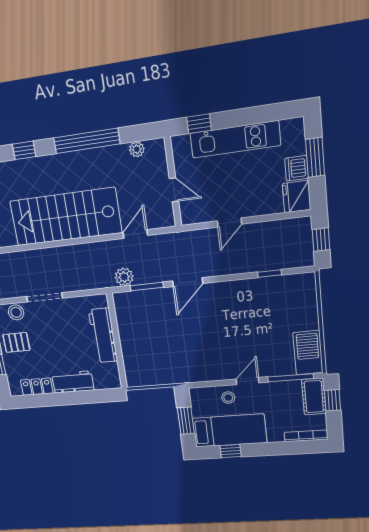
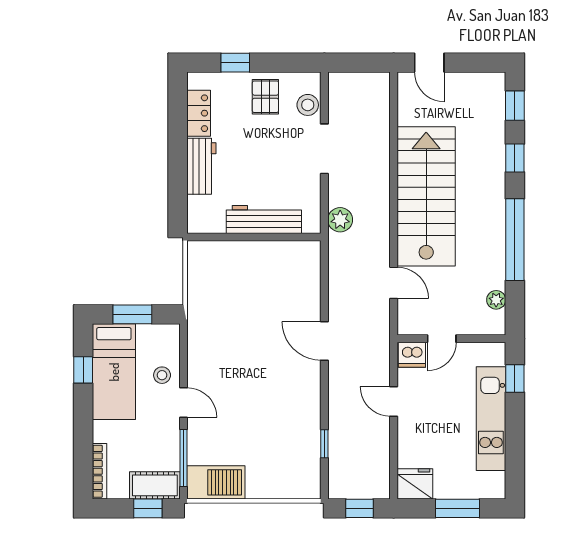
dishwasher: (297, 168) -> (412, 355), moved, turned 180
plant: (124, 277) -> (340, 220), moved
window: (147, 286) -> (324, 288), removed

